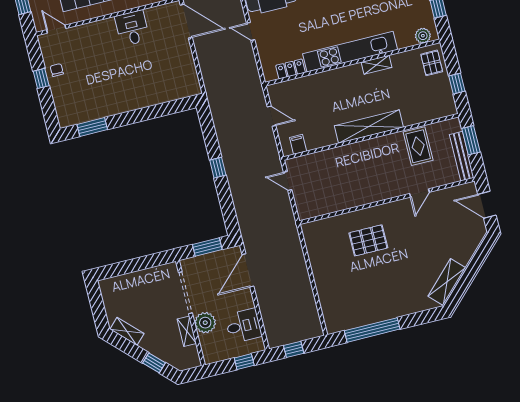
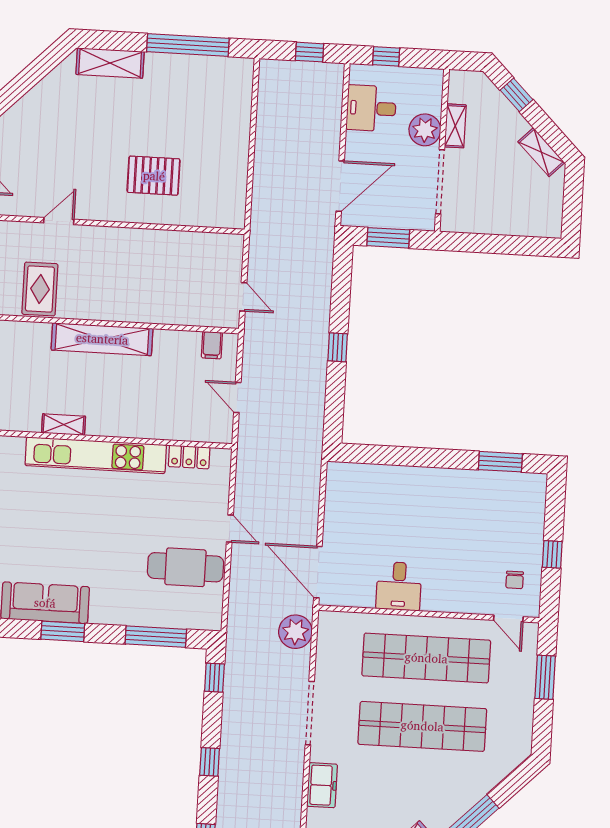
chair: (57, 70) -> (515, 580), moved
shelving: (447, 282) -> (110, 63), moved, turned 45

